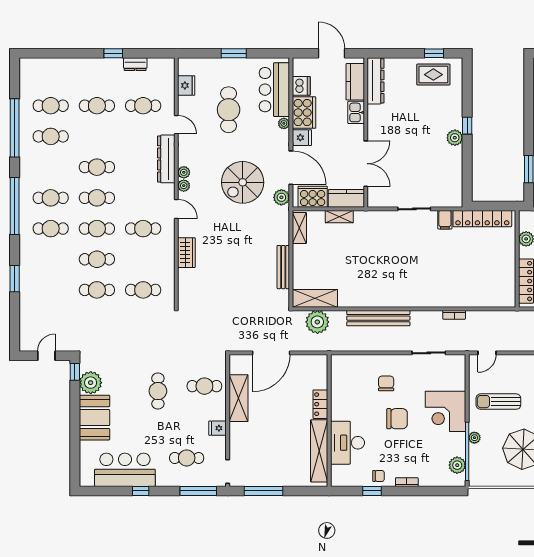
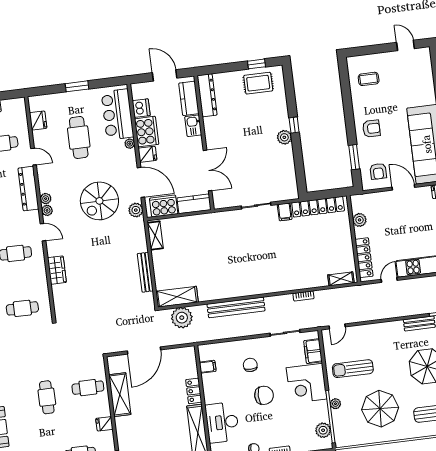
shelving: (339, 217) -> (341, 279), moved
filing cabinet: (457, 377) -> (313, 351), added
filing cabinet: (339, 380) -> (208, 367), added

